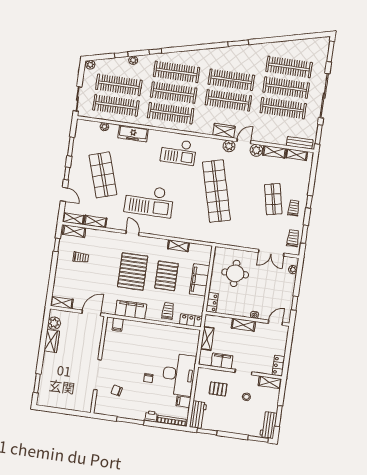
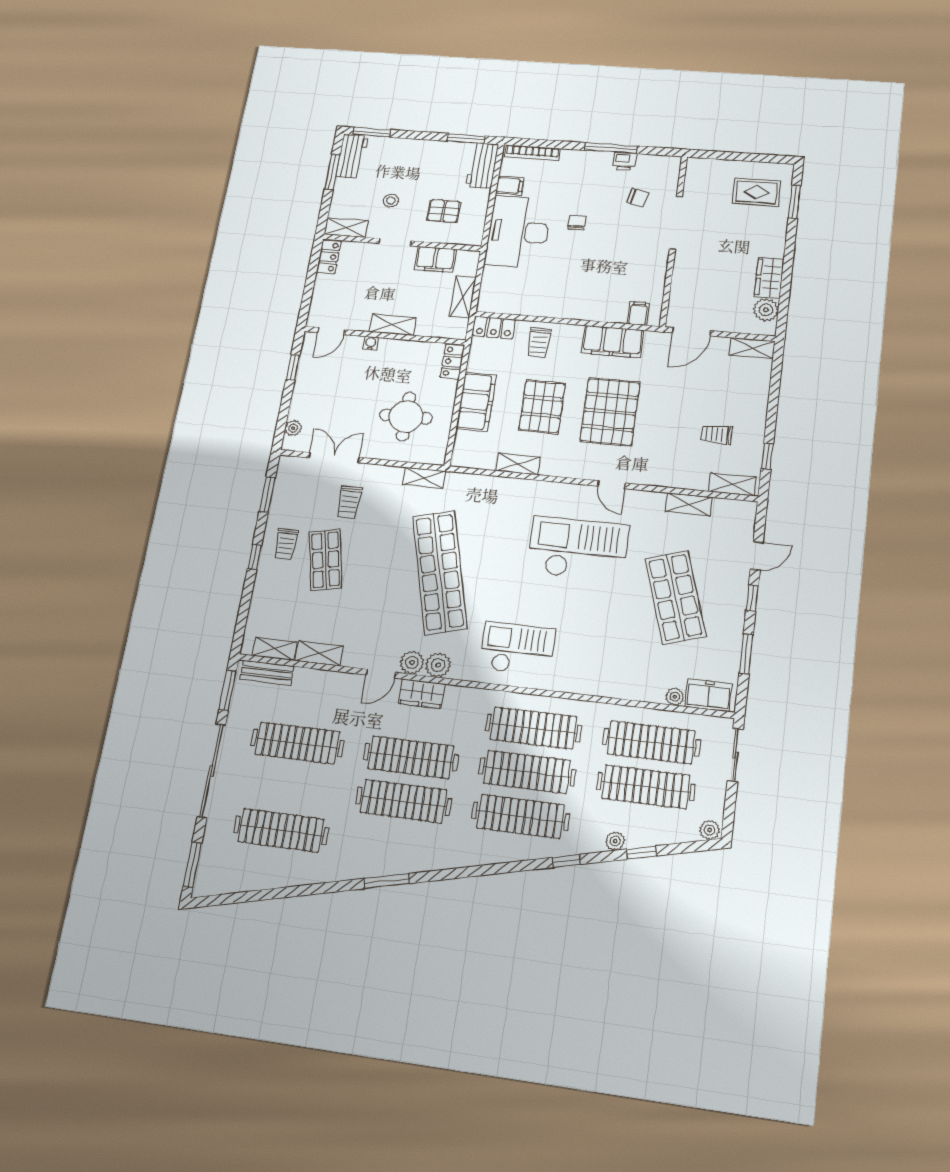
clothes rail: (286, 88) -> (289, 786), removed
freezer: (133, 133) -> (709, 695), moved, width x0.71
plant: (256, 150) -> (438, 665), moved
door: (64, 194) -> (757, 556), swing flipped
shelving: (73, 219) -> (424, 478), moved
trolley: (293, 238) -> (349, 502), moved
rug: (56, 390) -> (757, 192), added
printer: (151, 416) -> (625, 161), moved

